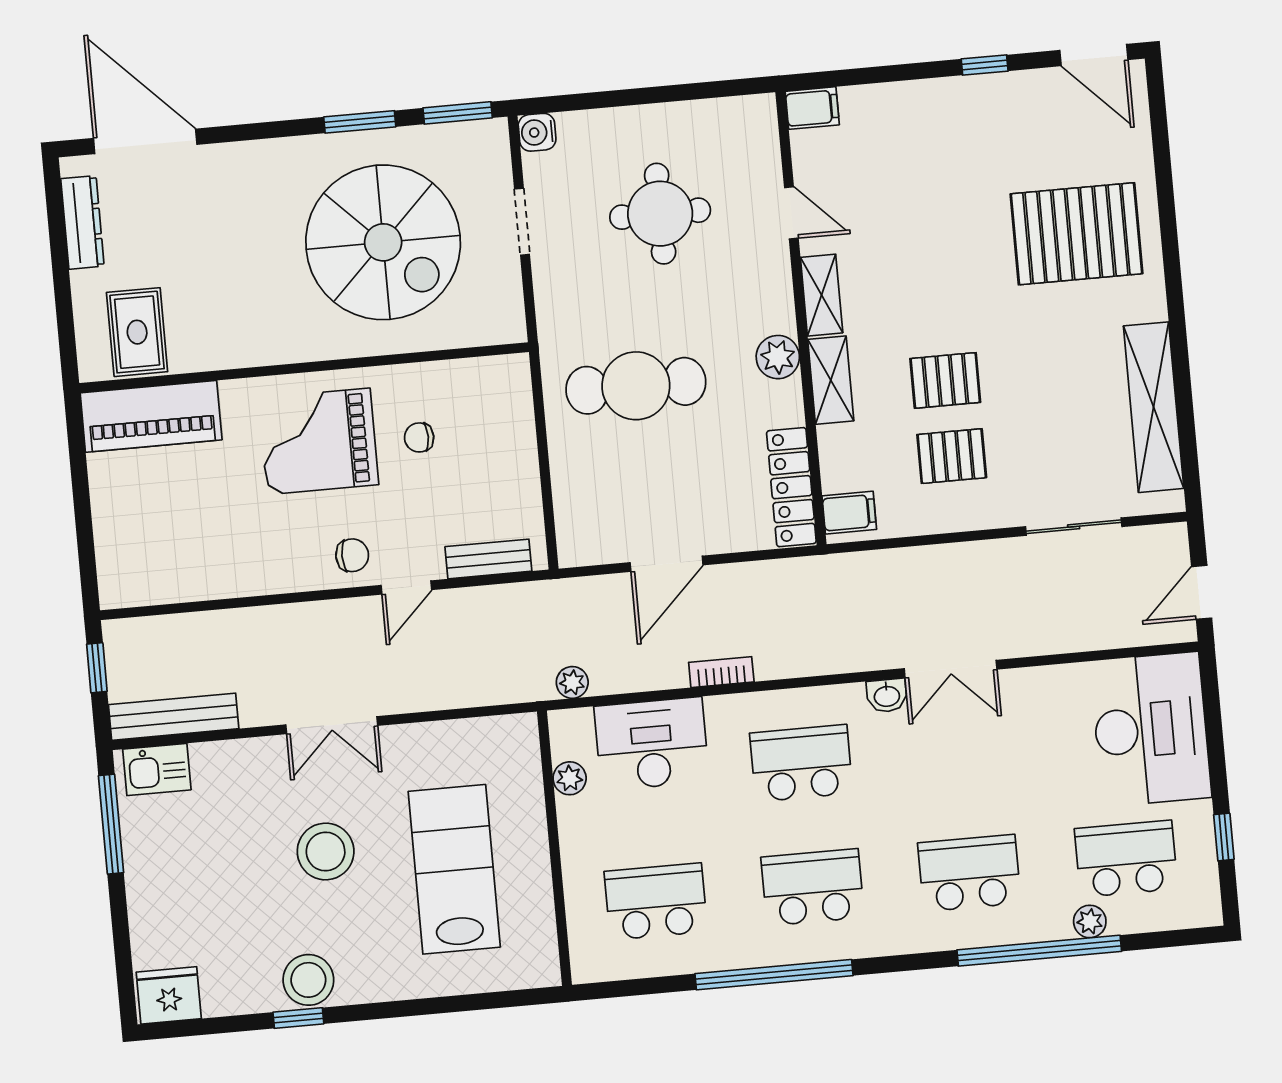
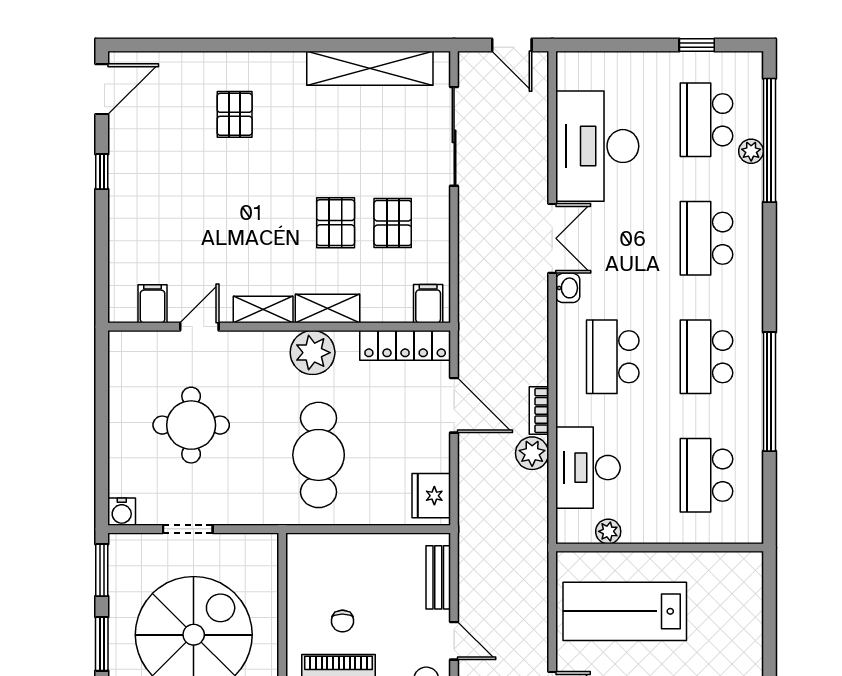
filing cabinet: (812, 108) -> (152, 304), moved
pallet: (1076, 234) -> (235, 114), width x0.49, depth x0.50
plant: (778, 357) -> (313, 353), width x1.36, depth x1.36
sliding door: (1074, 527) -> (454, 136), width x1.37
fridge: (596, 540) -> (431, 496), added
door: (667, 564) -> (454, 405), moved
plant: (572, 682) -> (532, 453), moved, width x1.38, depth x1.38
desk: (1151, 729) -> (597, 146), moved, turned -90
lab bench: (454, 869) -> (625, 611), moved
window: (1039, 951) -> (769, 140), moved

